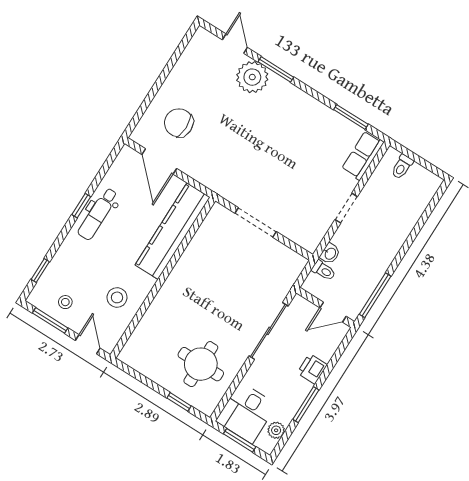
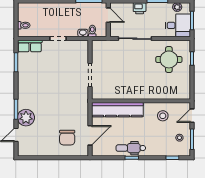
dental chair: (98, 214) -> (131, 148), turned 180

